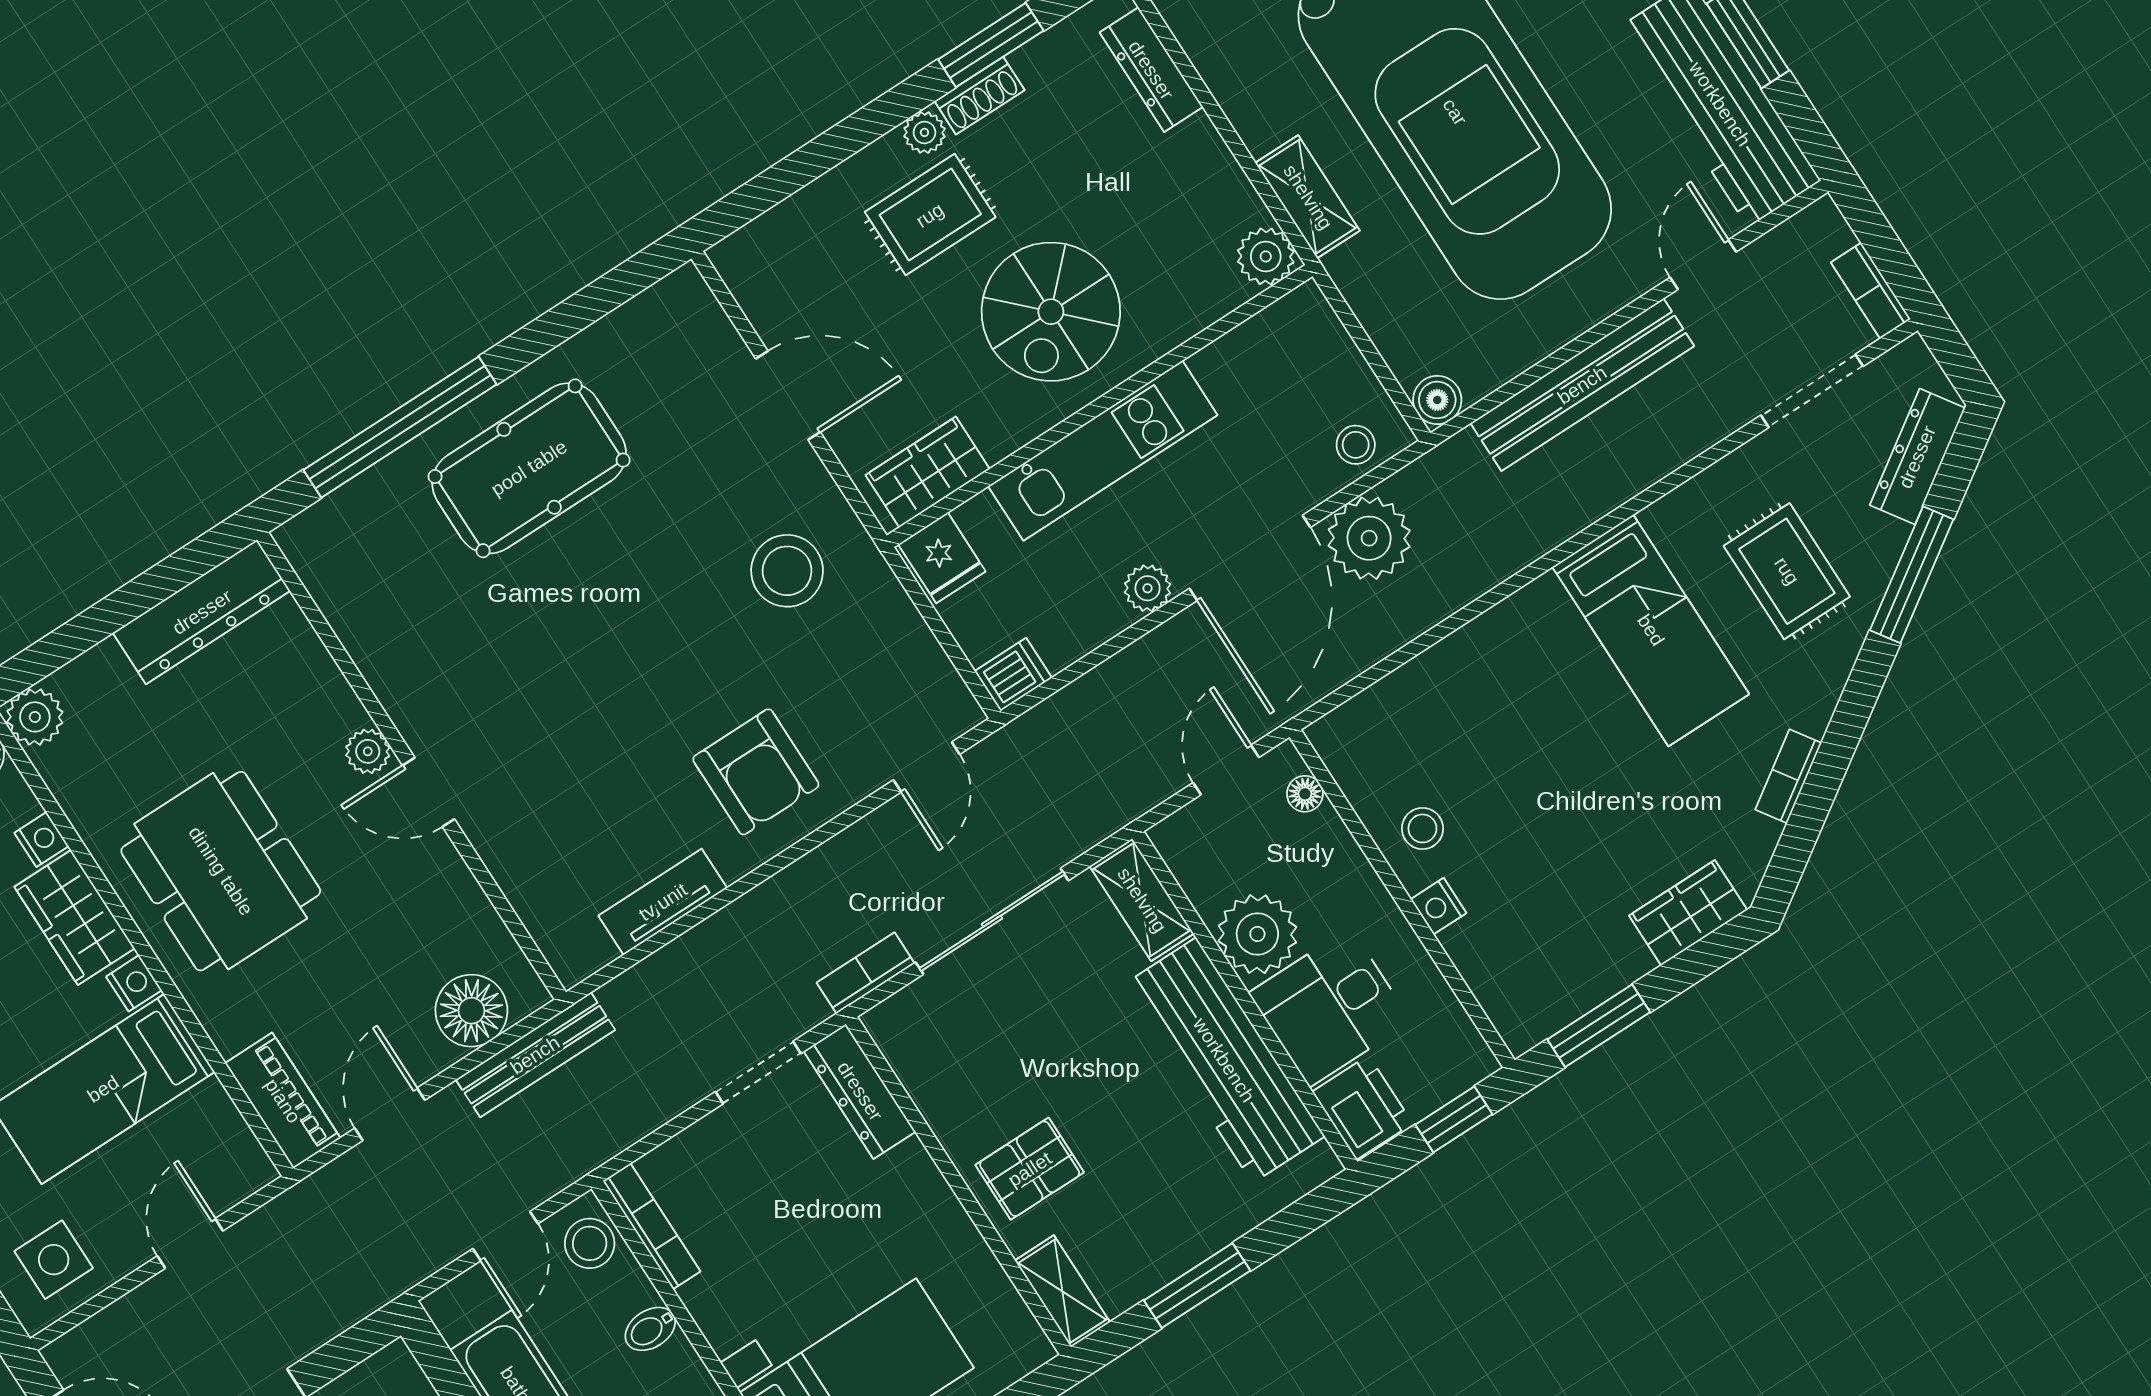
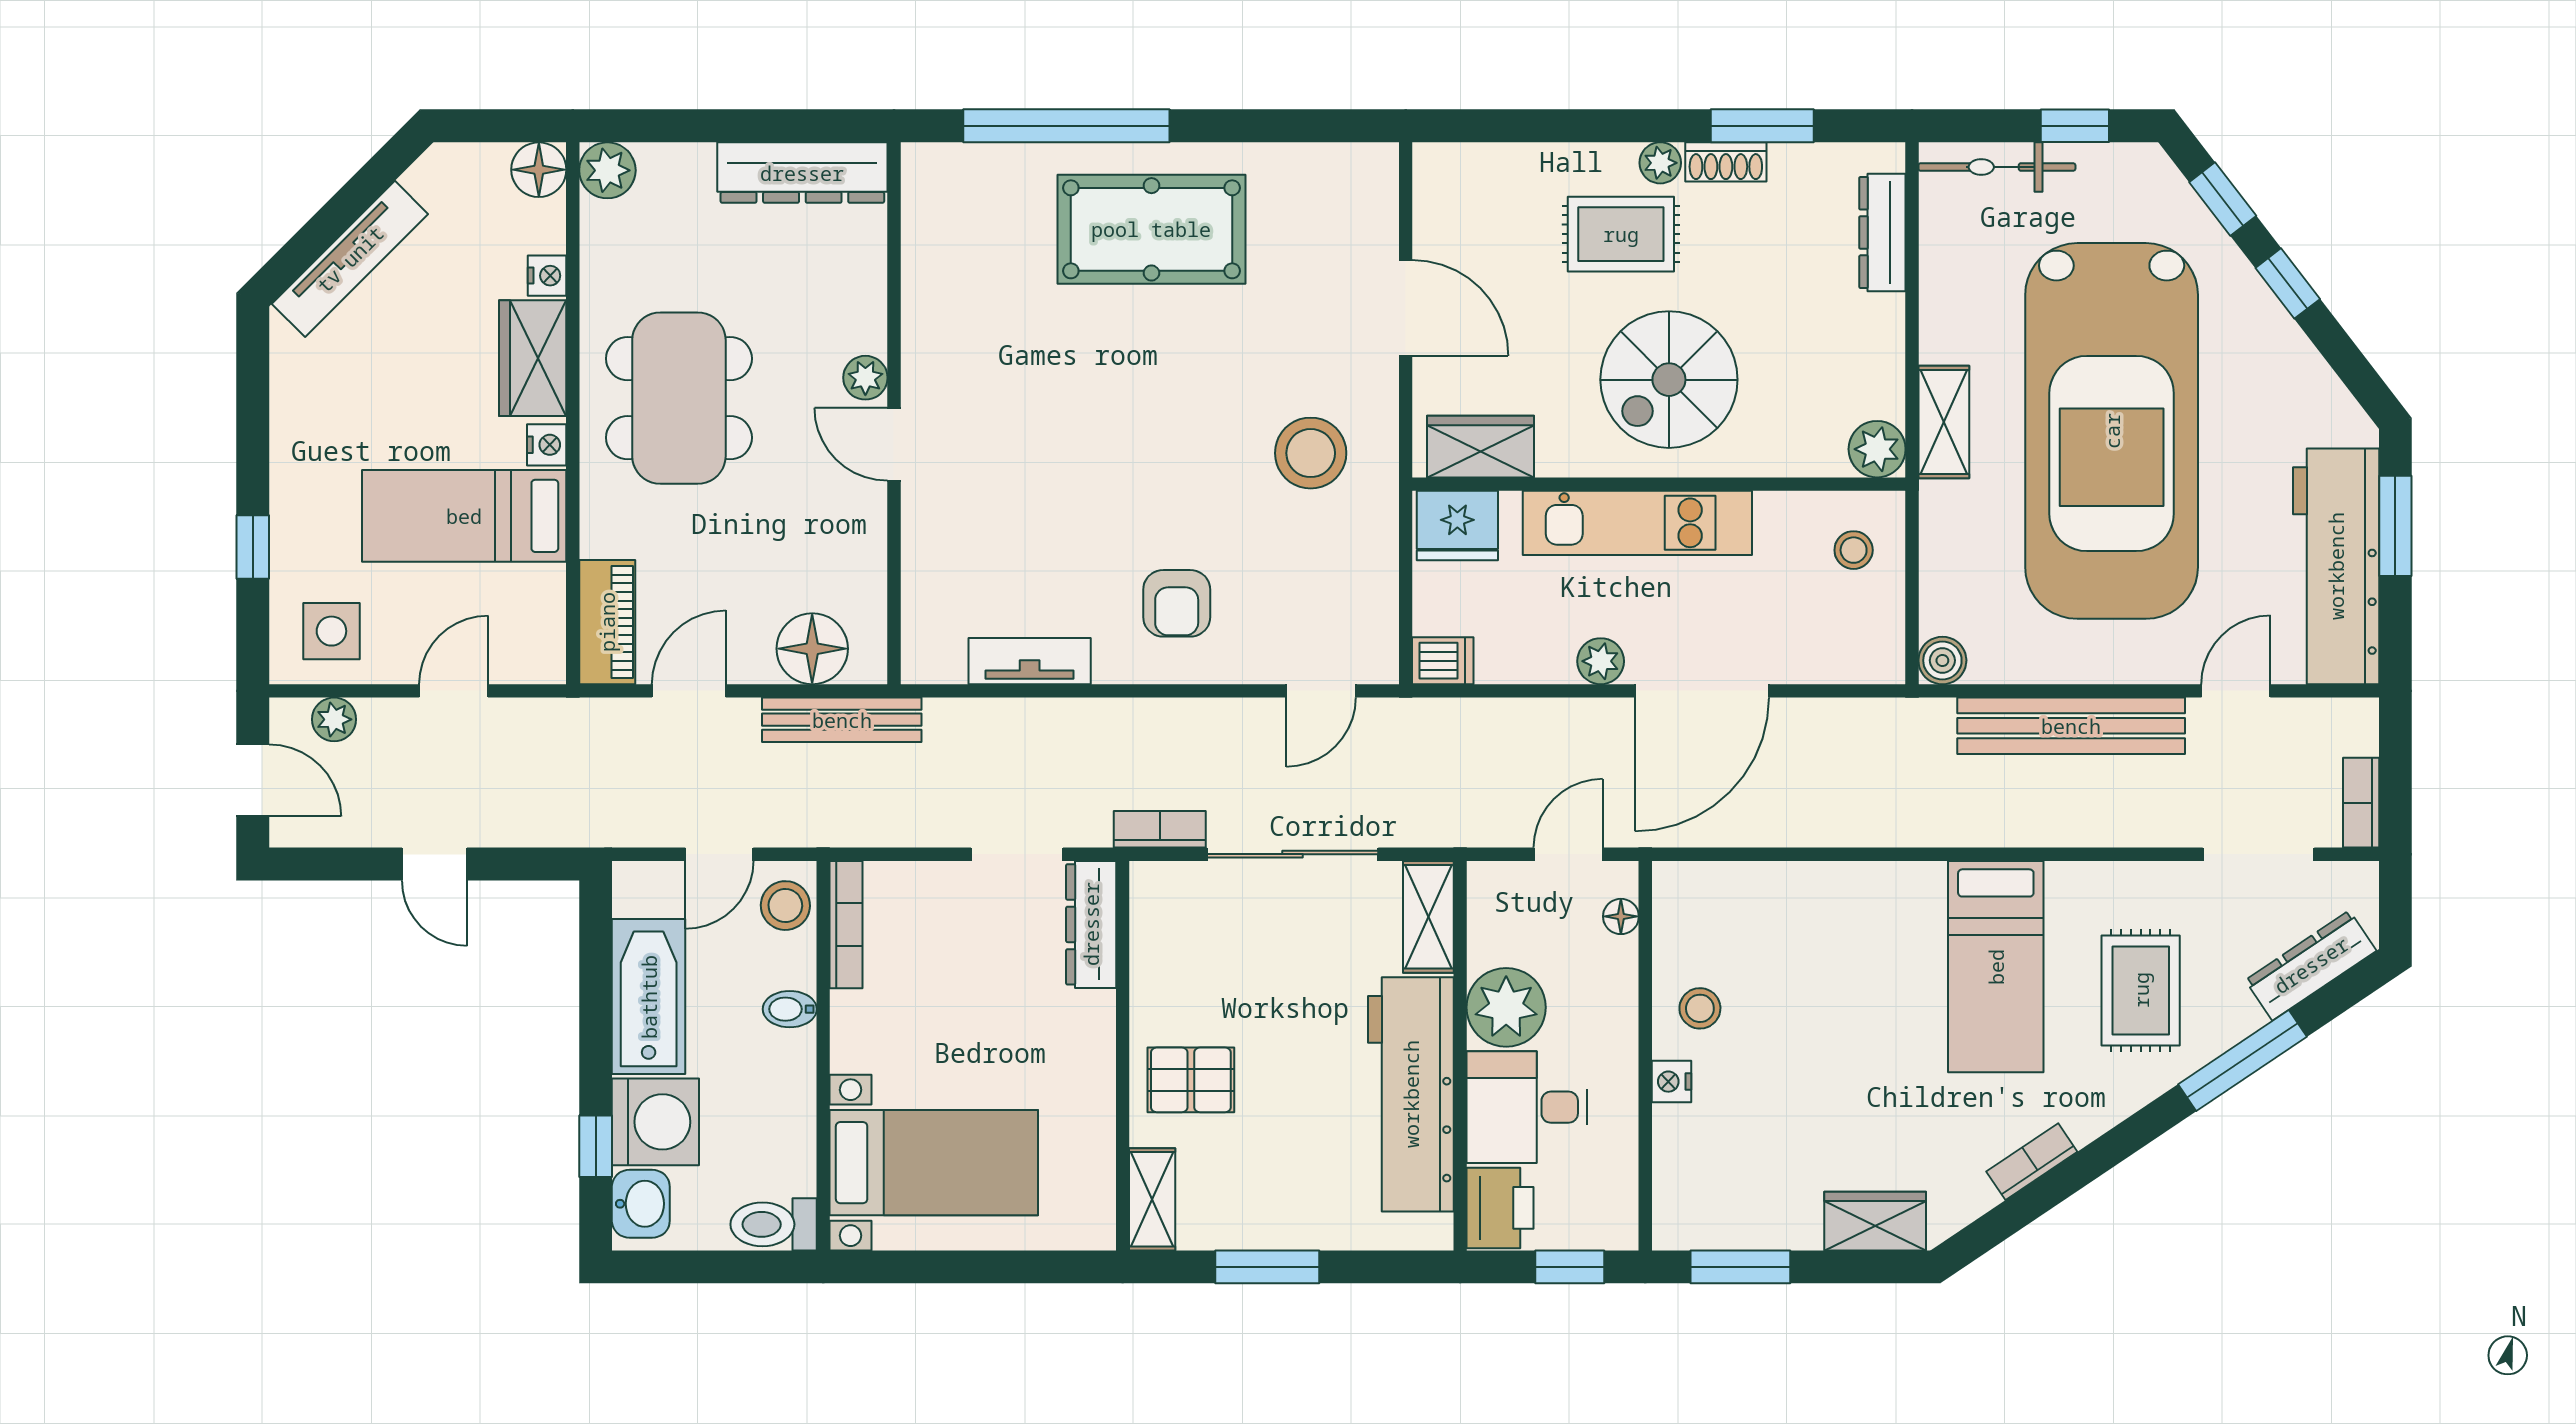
stool: (1356, 445) -> (1854, 550), moved
plant: (1369, 538) -> (334, 719), moved, width x0.53, depth x0.53
fridge: (942, 558) -> (1457, 525), width x1.38
armchair: (756, 772) -> (1177, 603), width x0.72, depth x0.72

